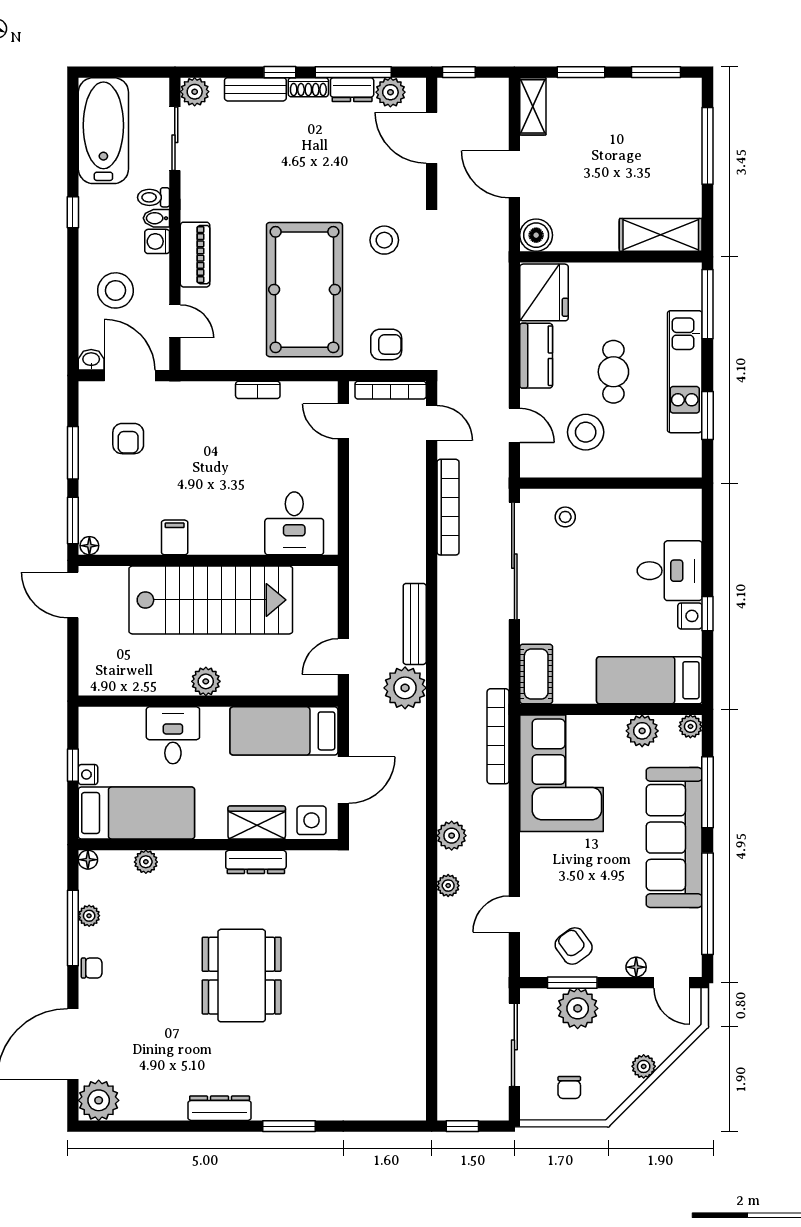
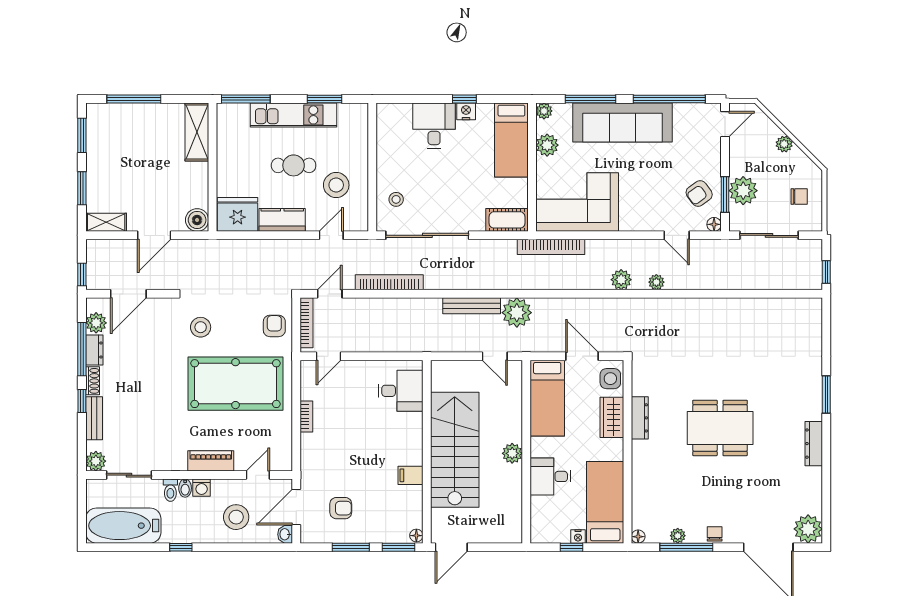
plant: (146, 862) -> (640, 496), removed
floor lamp: (636, 967) -> (714, 224), moved

